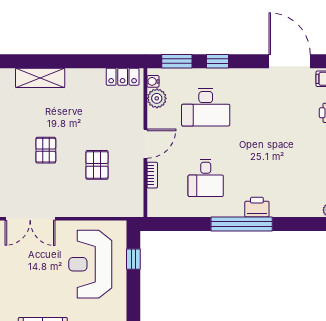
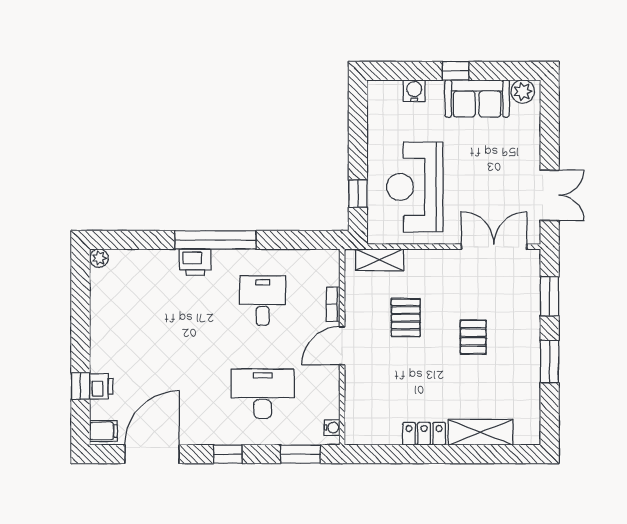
window: (217, 61) -> (228, 454), moved
door: (290, 61) -> (152, 454), swing flipped
locker: (123, 77) -> (424, 434), moved
plant: (157, 98) -> (327, 405), removed
shelving: (117, 209) -> (379, 260), added
reception desk: (90, 264) -> (415, 187), turned 180

